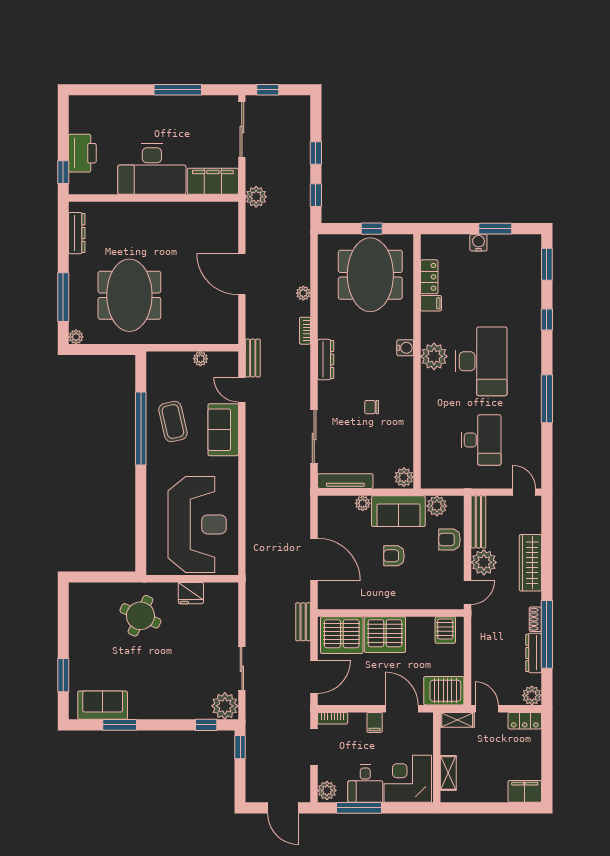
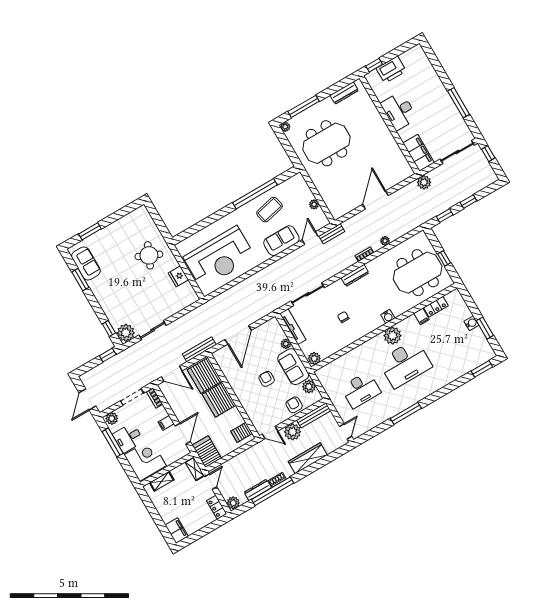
desk: (152, 169) -> (399, 111), width x0.73, depth x0.77
window: (547, 319) -> (451, 387), removed
bench: (303, 622) -> (199, 349), width x1.36

